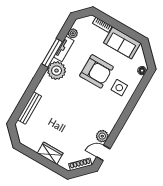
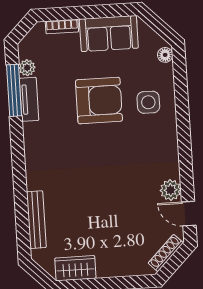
window: (52, 53) -> (14, 90), moved
plant: (57, 71) -> (39, 138), removed
wardrobe: (50, 153) -> (75, 268), moved
door: (103, 153) -> (189, 214), hinge flipped

